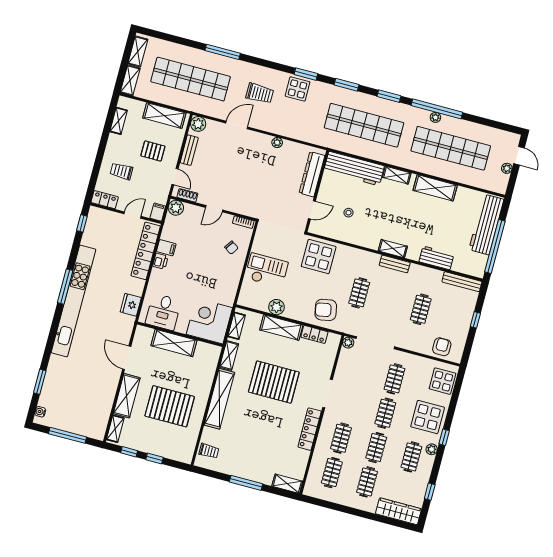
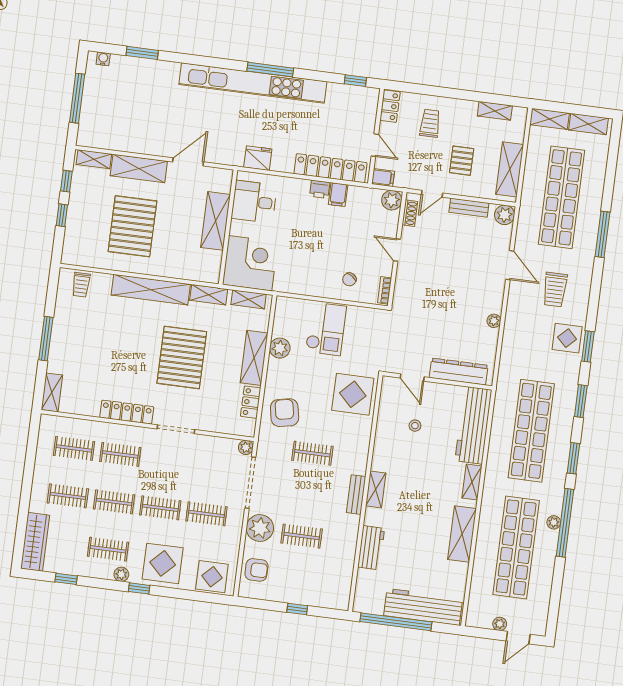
bench: (462, 282) -> (345, 585), removed
plant: (410, 340) -> (260, 528), added

